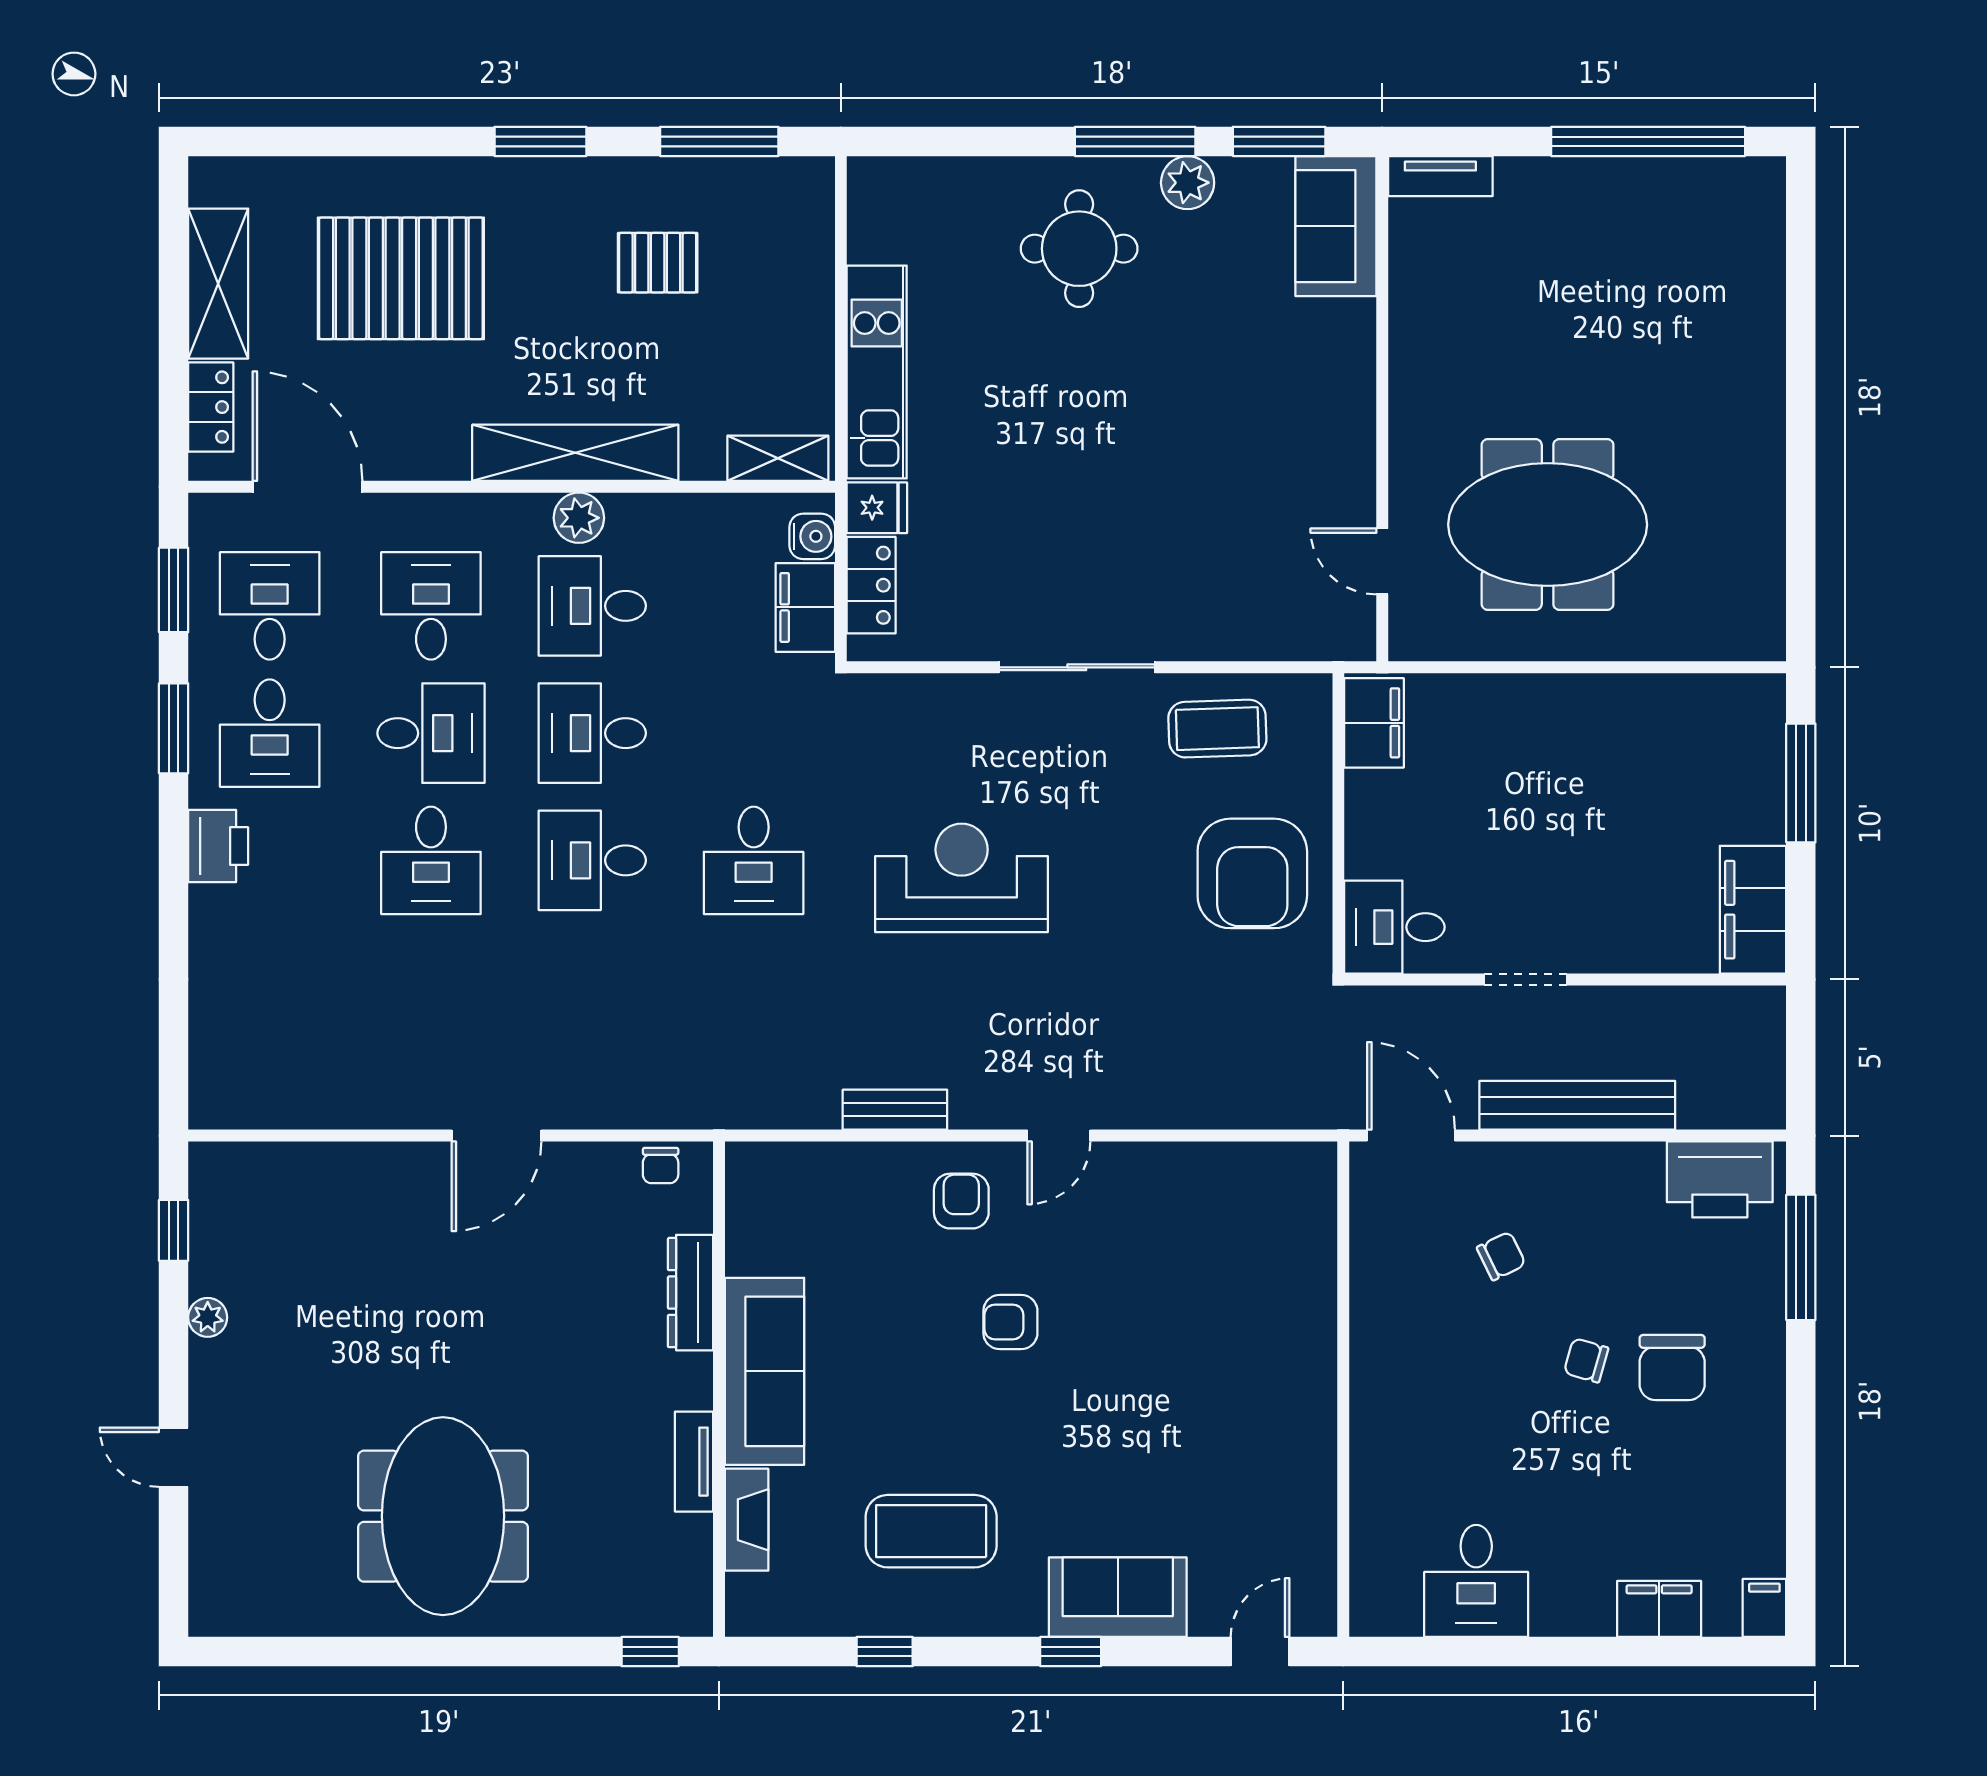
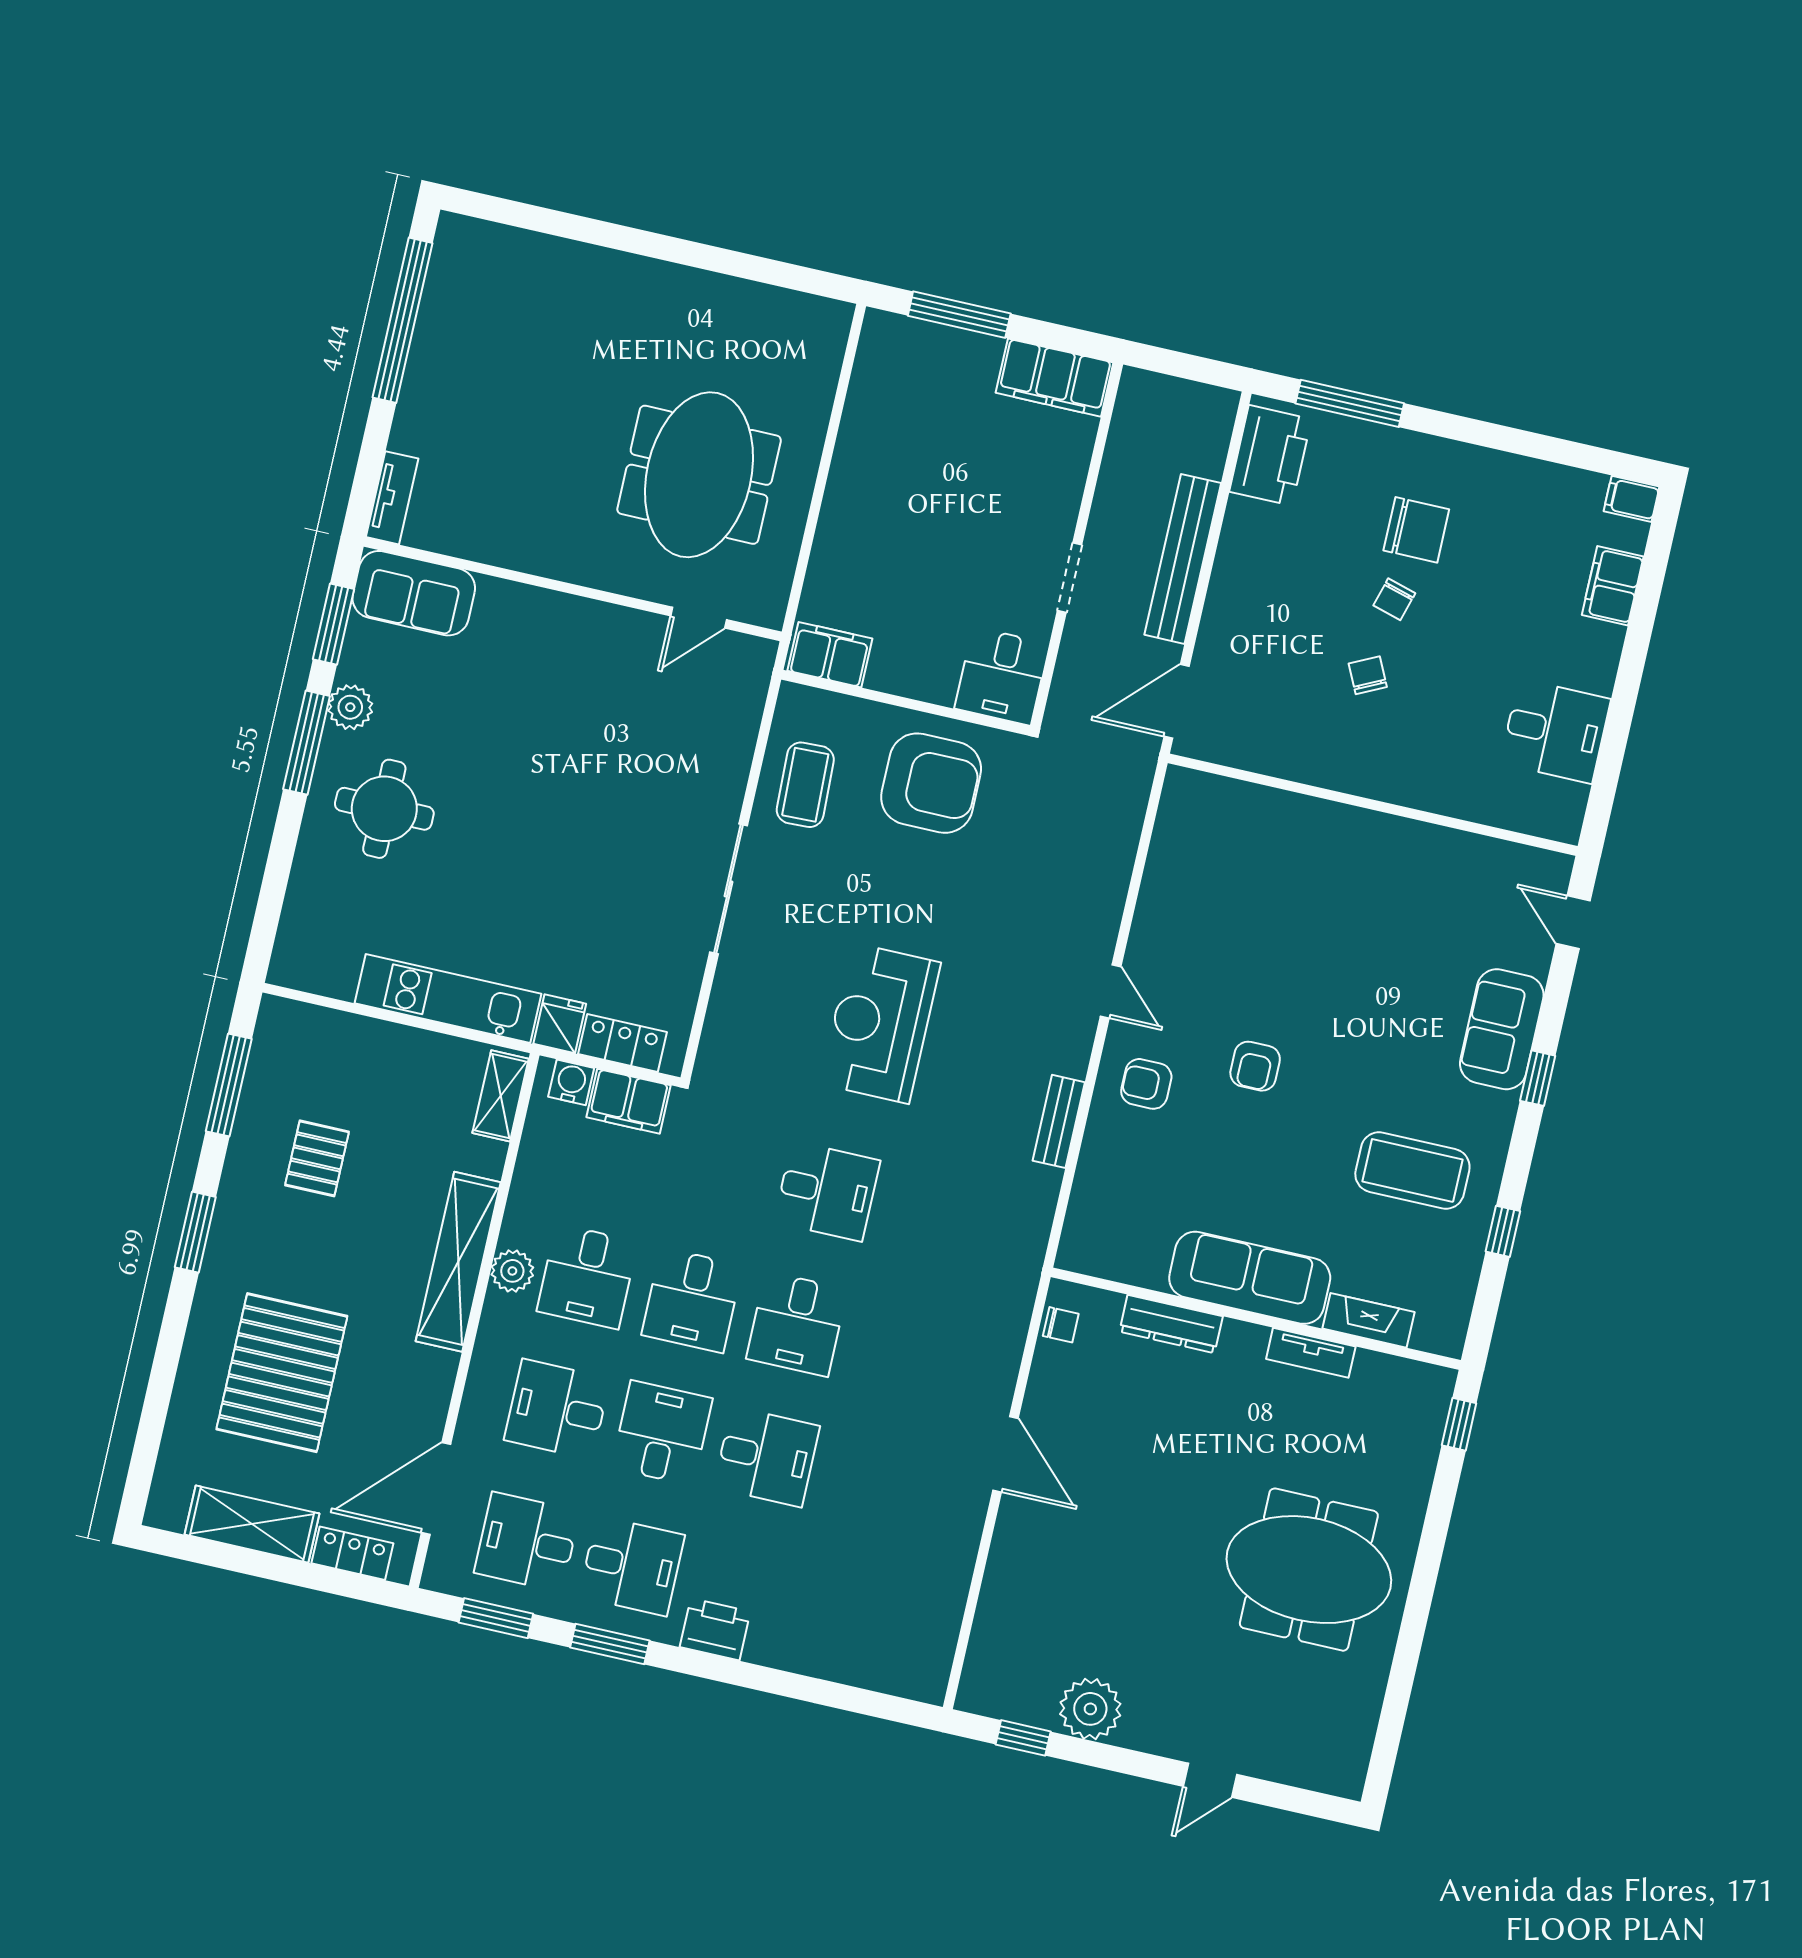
chair: (1501, 1256) -> (1368, 675), moved
plant: (208, 1317) -> (1090, 1709), width x1.87, depth x1.87
coffee table: (931, 1531) -> (1412, 1171), turned 90

